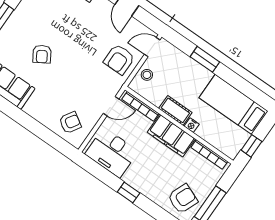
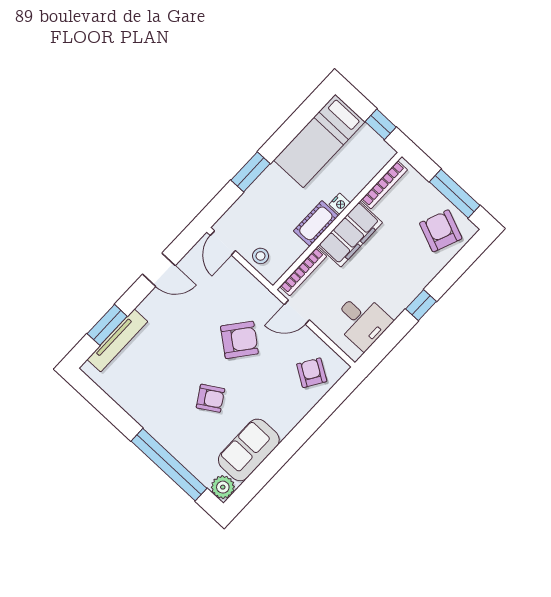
armchair: (119, 59) -> (239, 340), moved, turned -52
door: (111, 106) -> (297, 312), swing flipped
desk: (112, 153) -> (362, 321), width x0.73

